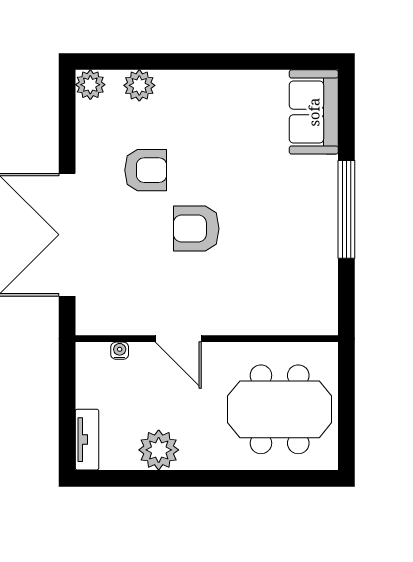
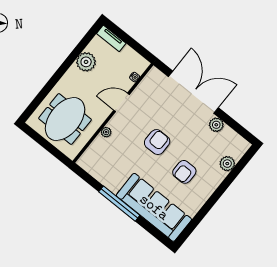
plant: (90, 85) -> (216, 125), moved
sofa: (314, 112) -> (154, 207), width x1.85, depth x1.27
armchair: (146, 170) -> (184, 172), moved
plant: (247, 325) -> (106, 132), added

